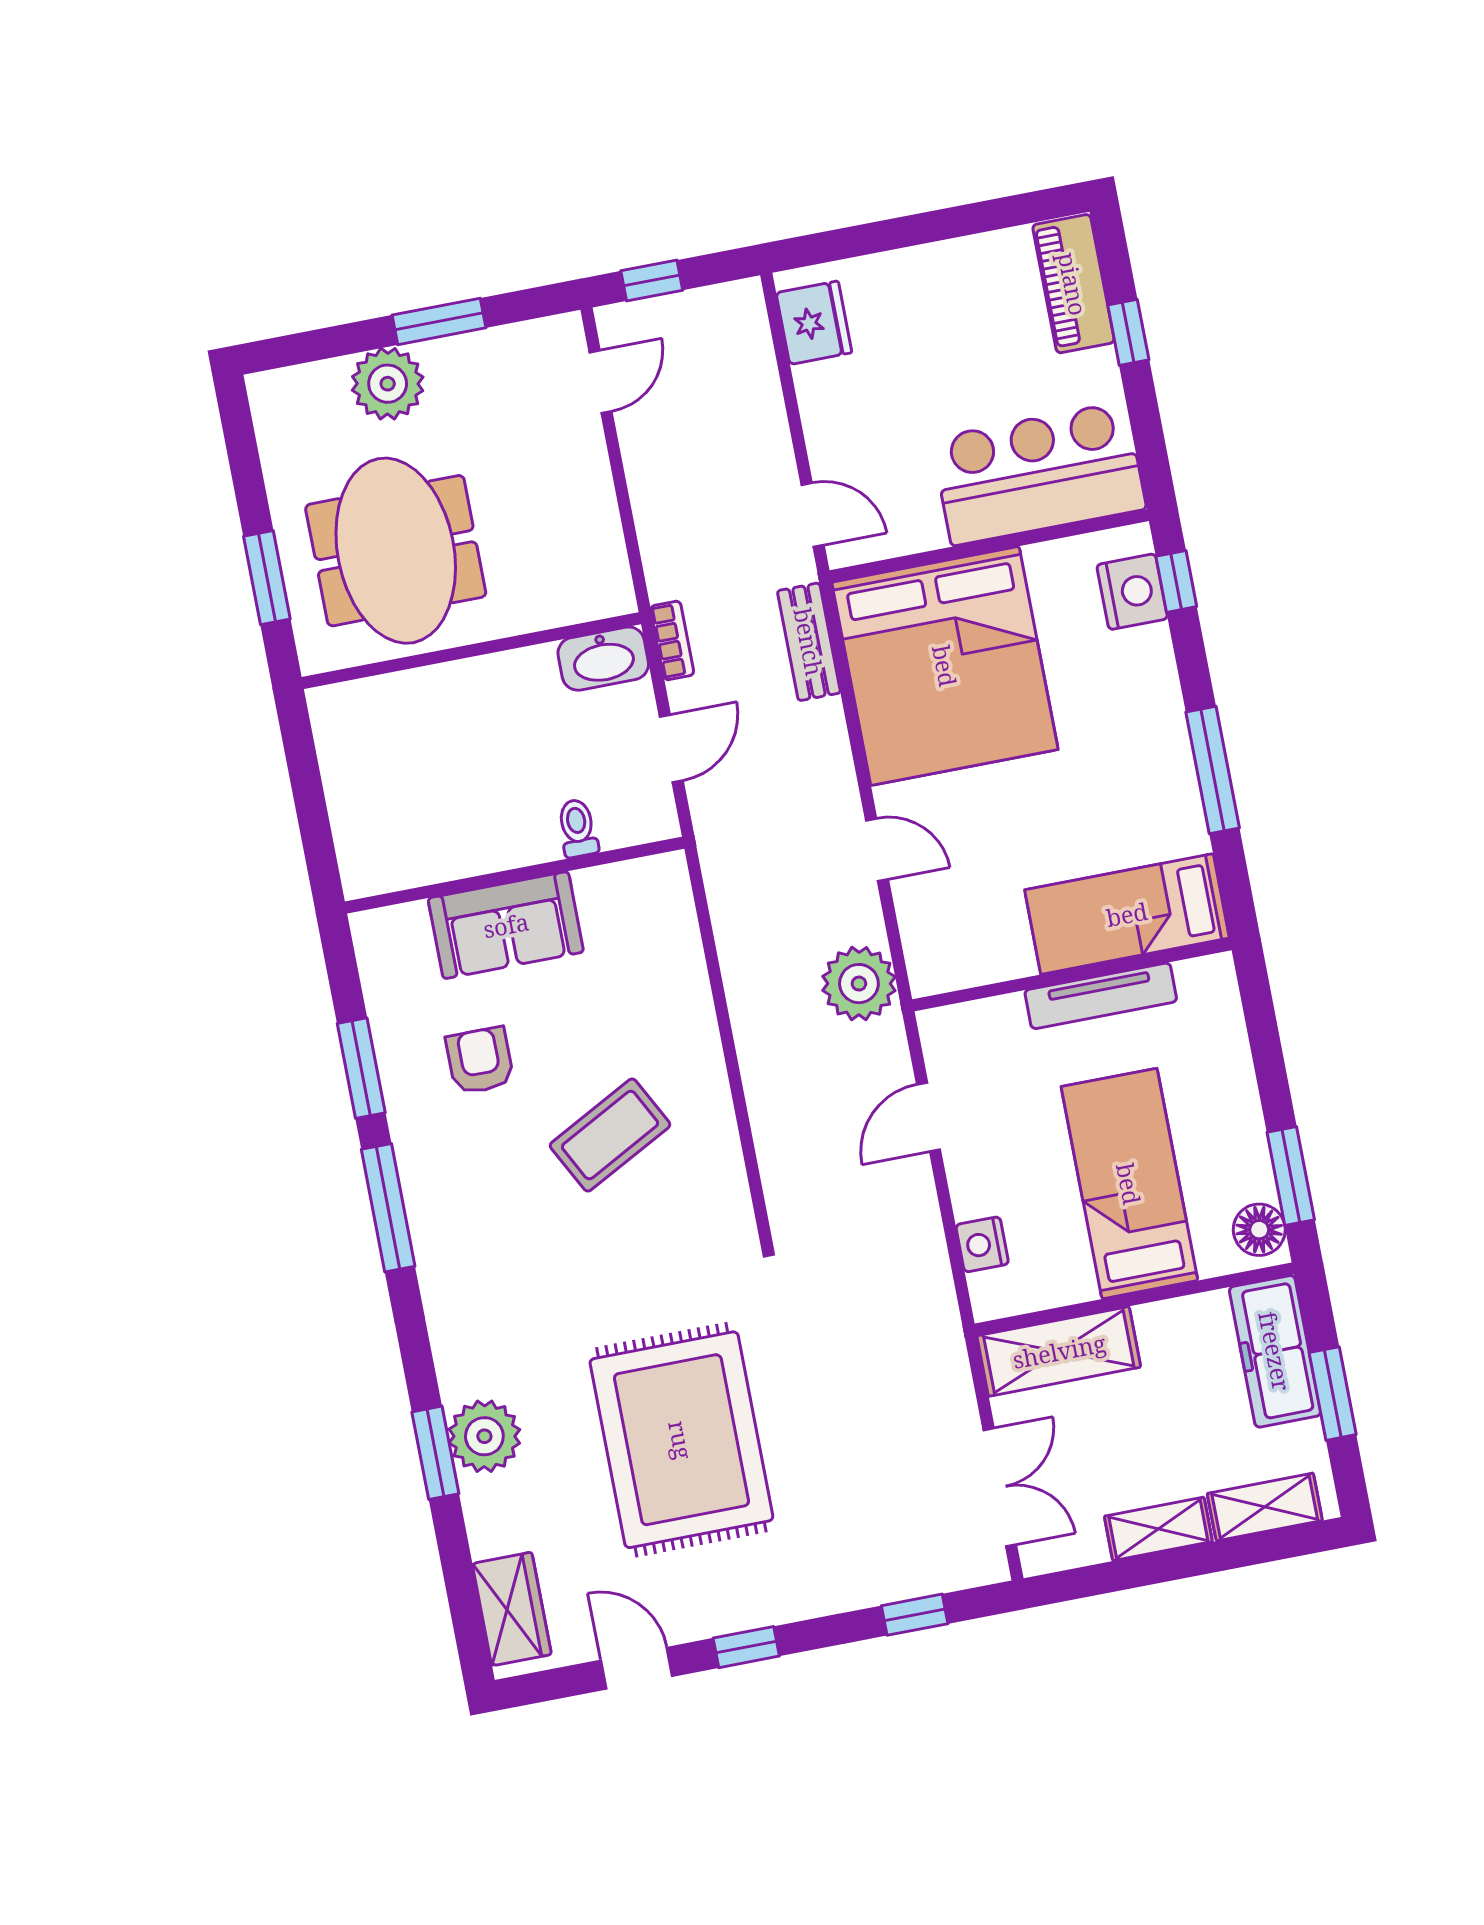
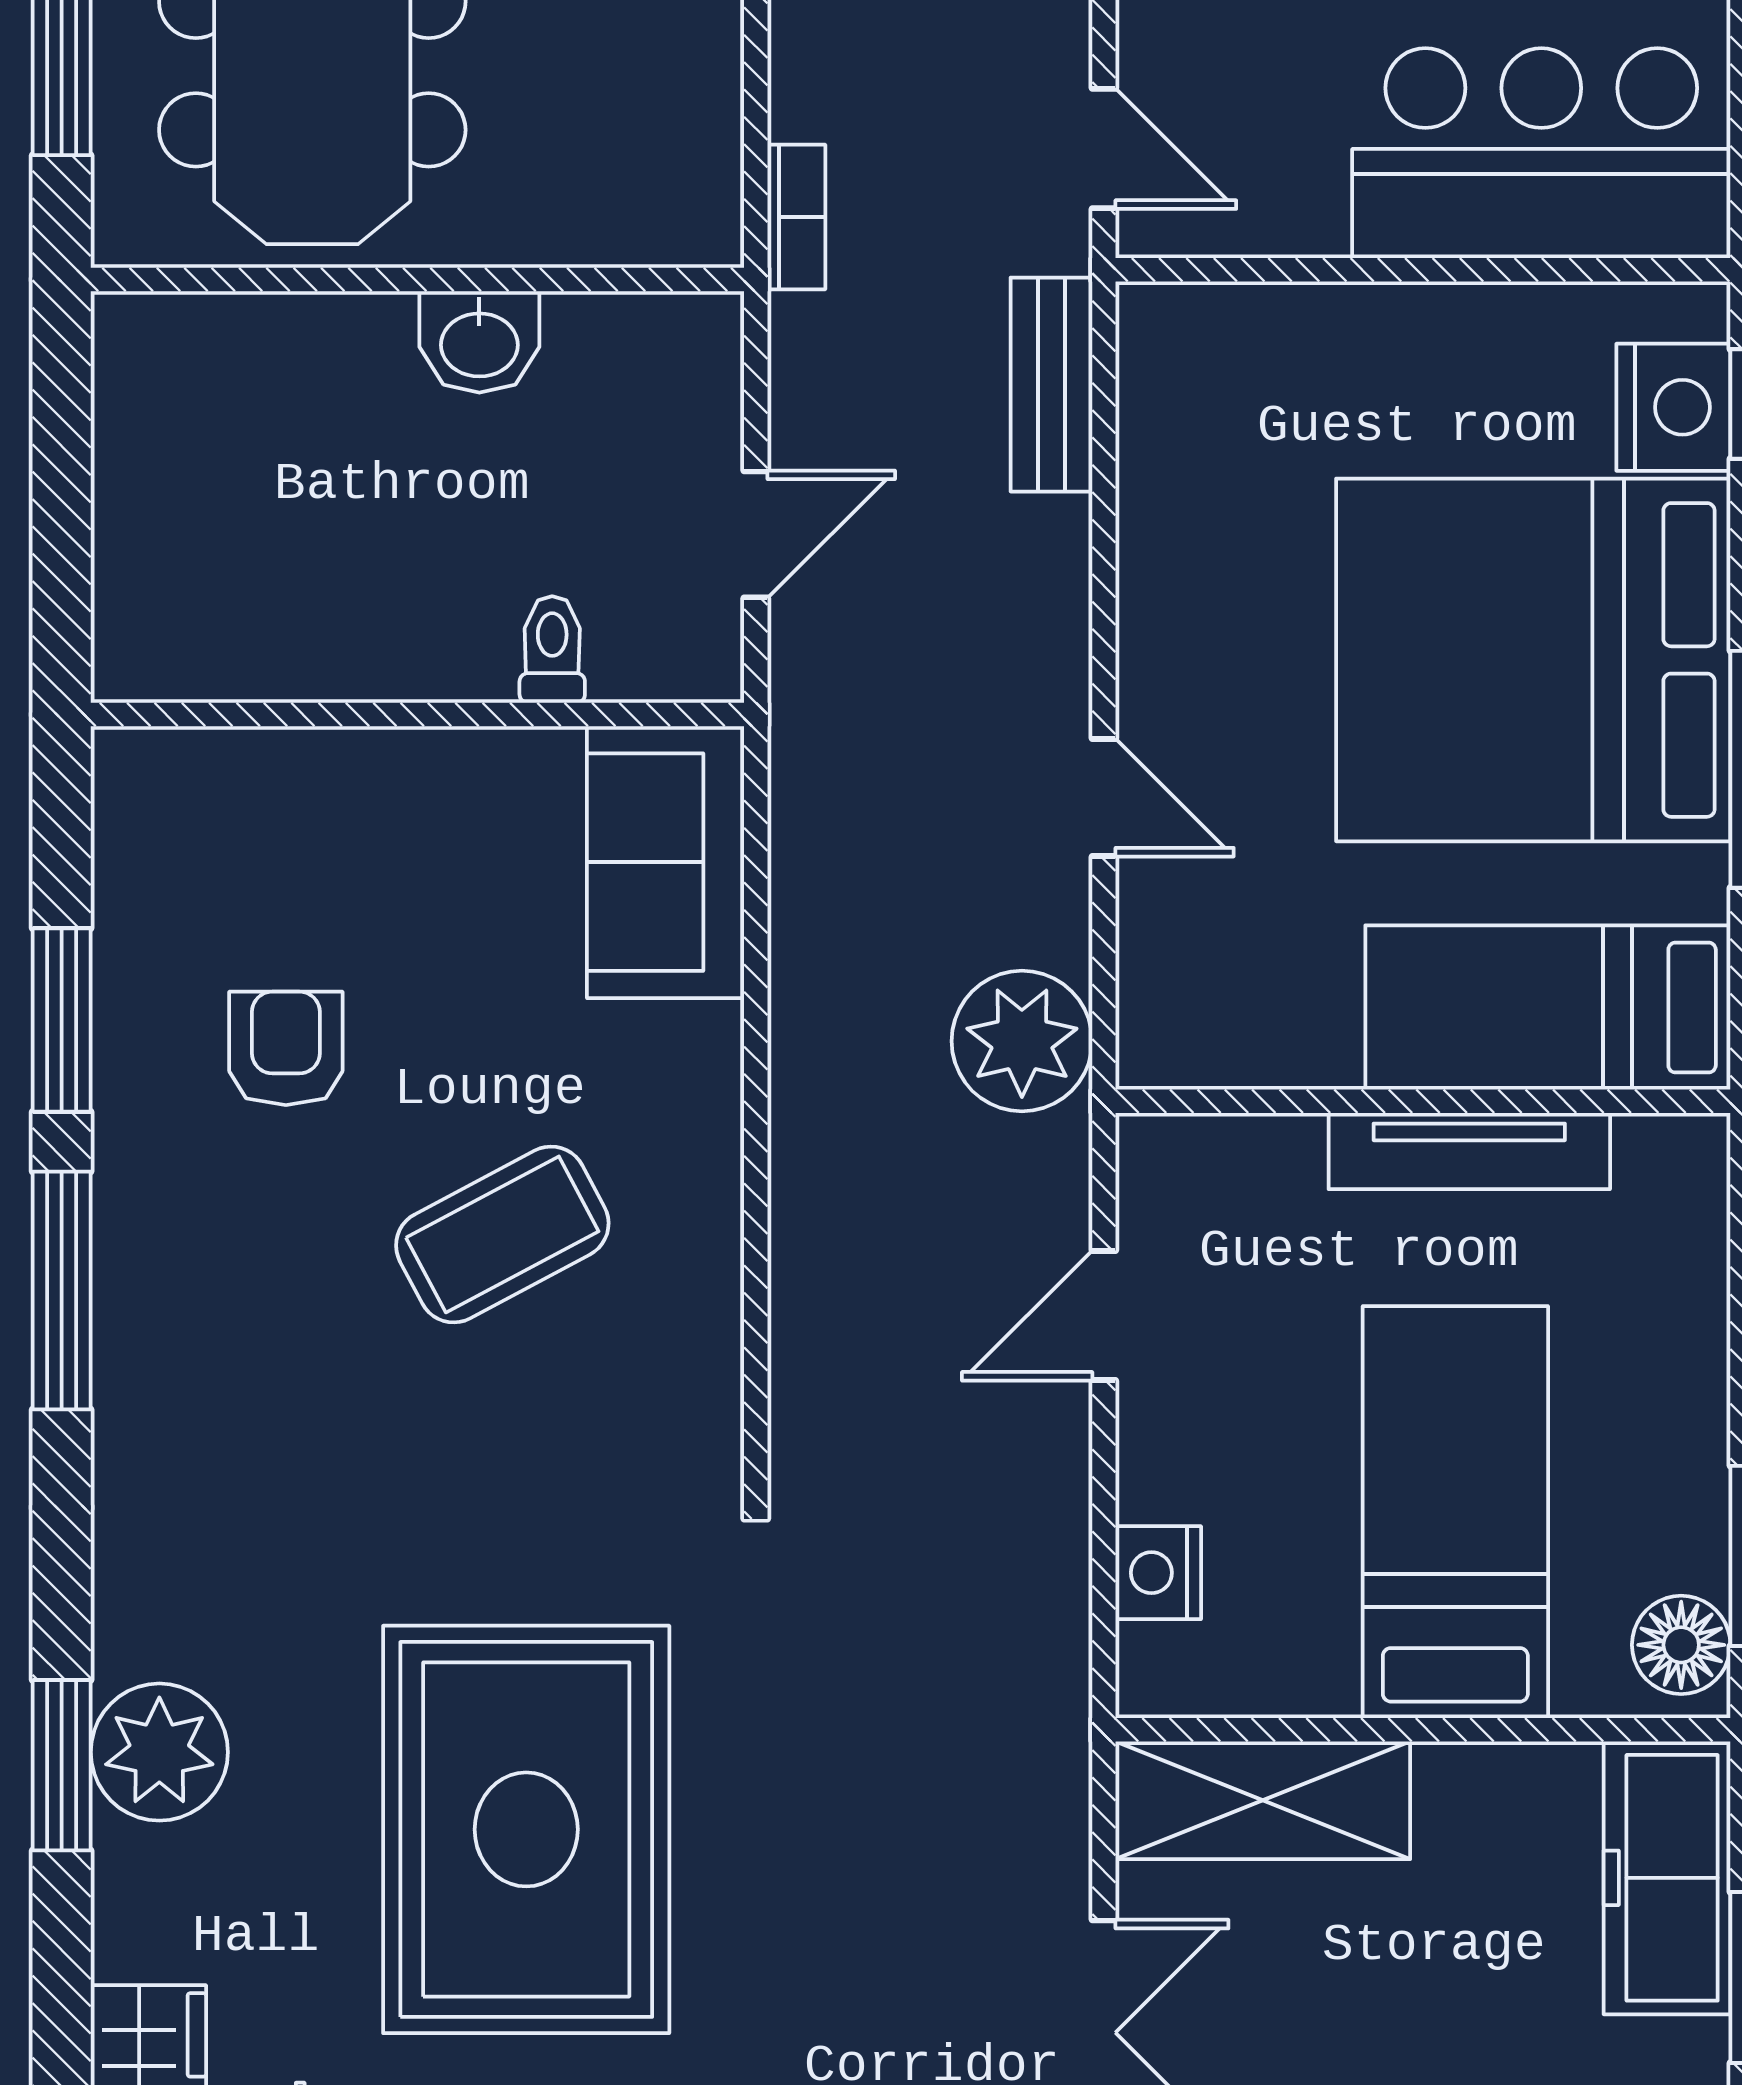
bookcase: (672, 641) -> (796, 217), moved
washbasin: (603, 659) -> (479, 342), moved, width x0.72
bed: (945, 666) -> (1533, 660), moved, turned 90
sofa: (506, 925) -> (666, 862), moved, turned 90

